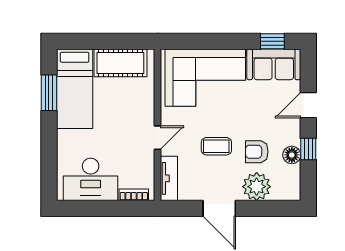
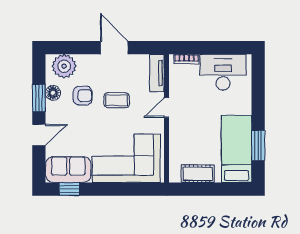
cot: (120, 63) -> (198, 174), width x0.73, depth x0.75
window: (308, 149) -> (39, 98), width x1.50
plant: (257, 187) -> (64, 66), moved

